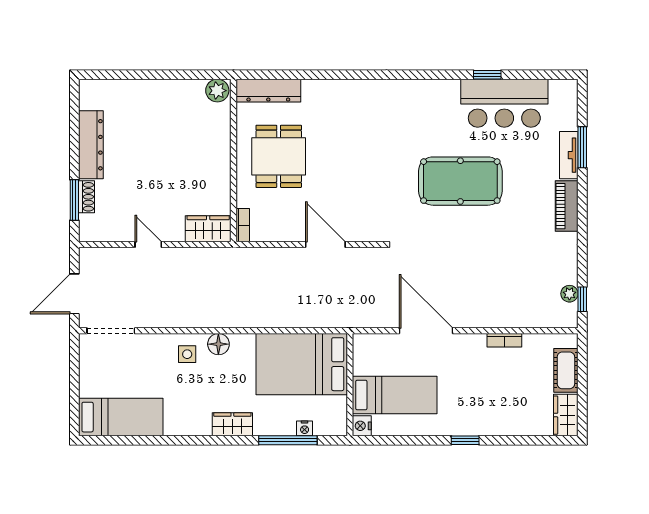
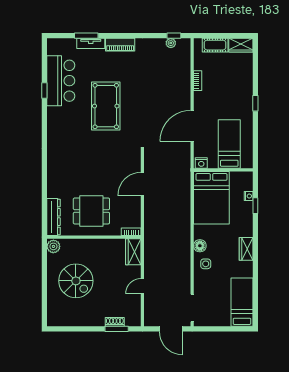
spiral stairs: (158, 129) -> (76, 281), added
dresser: (91, 145) -> (85, 319), removed
wardrobe: (232, 424) -> (246, 249), moved
nightstand: (362, 426) -> (201, 163), moved
window: (288, 440) -> (255, 206), width x0.46

